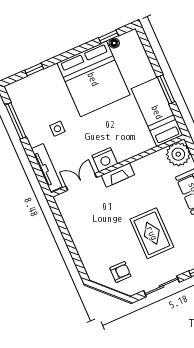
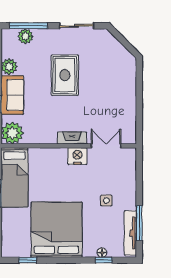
floor lamp: (114, 43) -> (102, 253), moved
tv unit: (47, 168) -> (130, 233), moved
double door: (81, 182) -> (106, 146), swing flipped
armchair: (120, 272) -> (106, 54), removed

